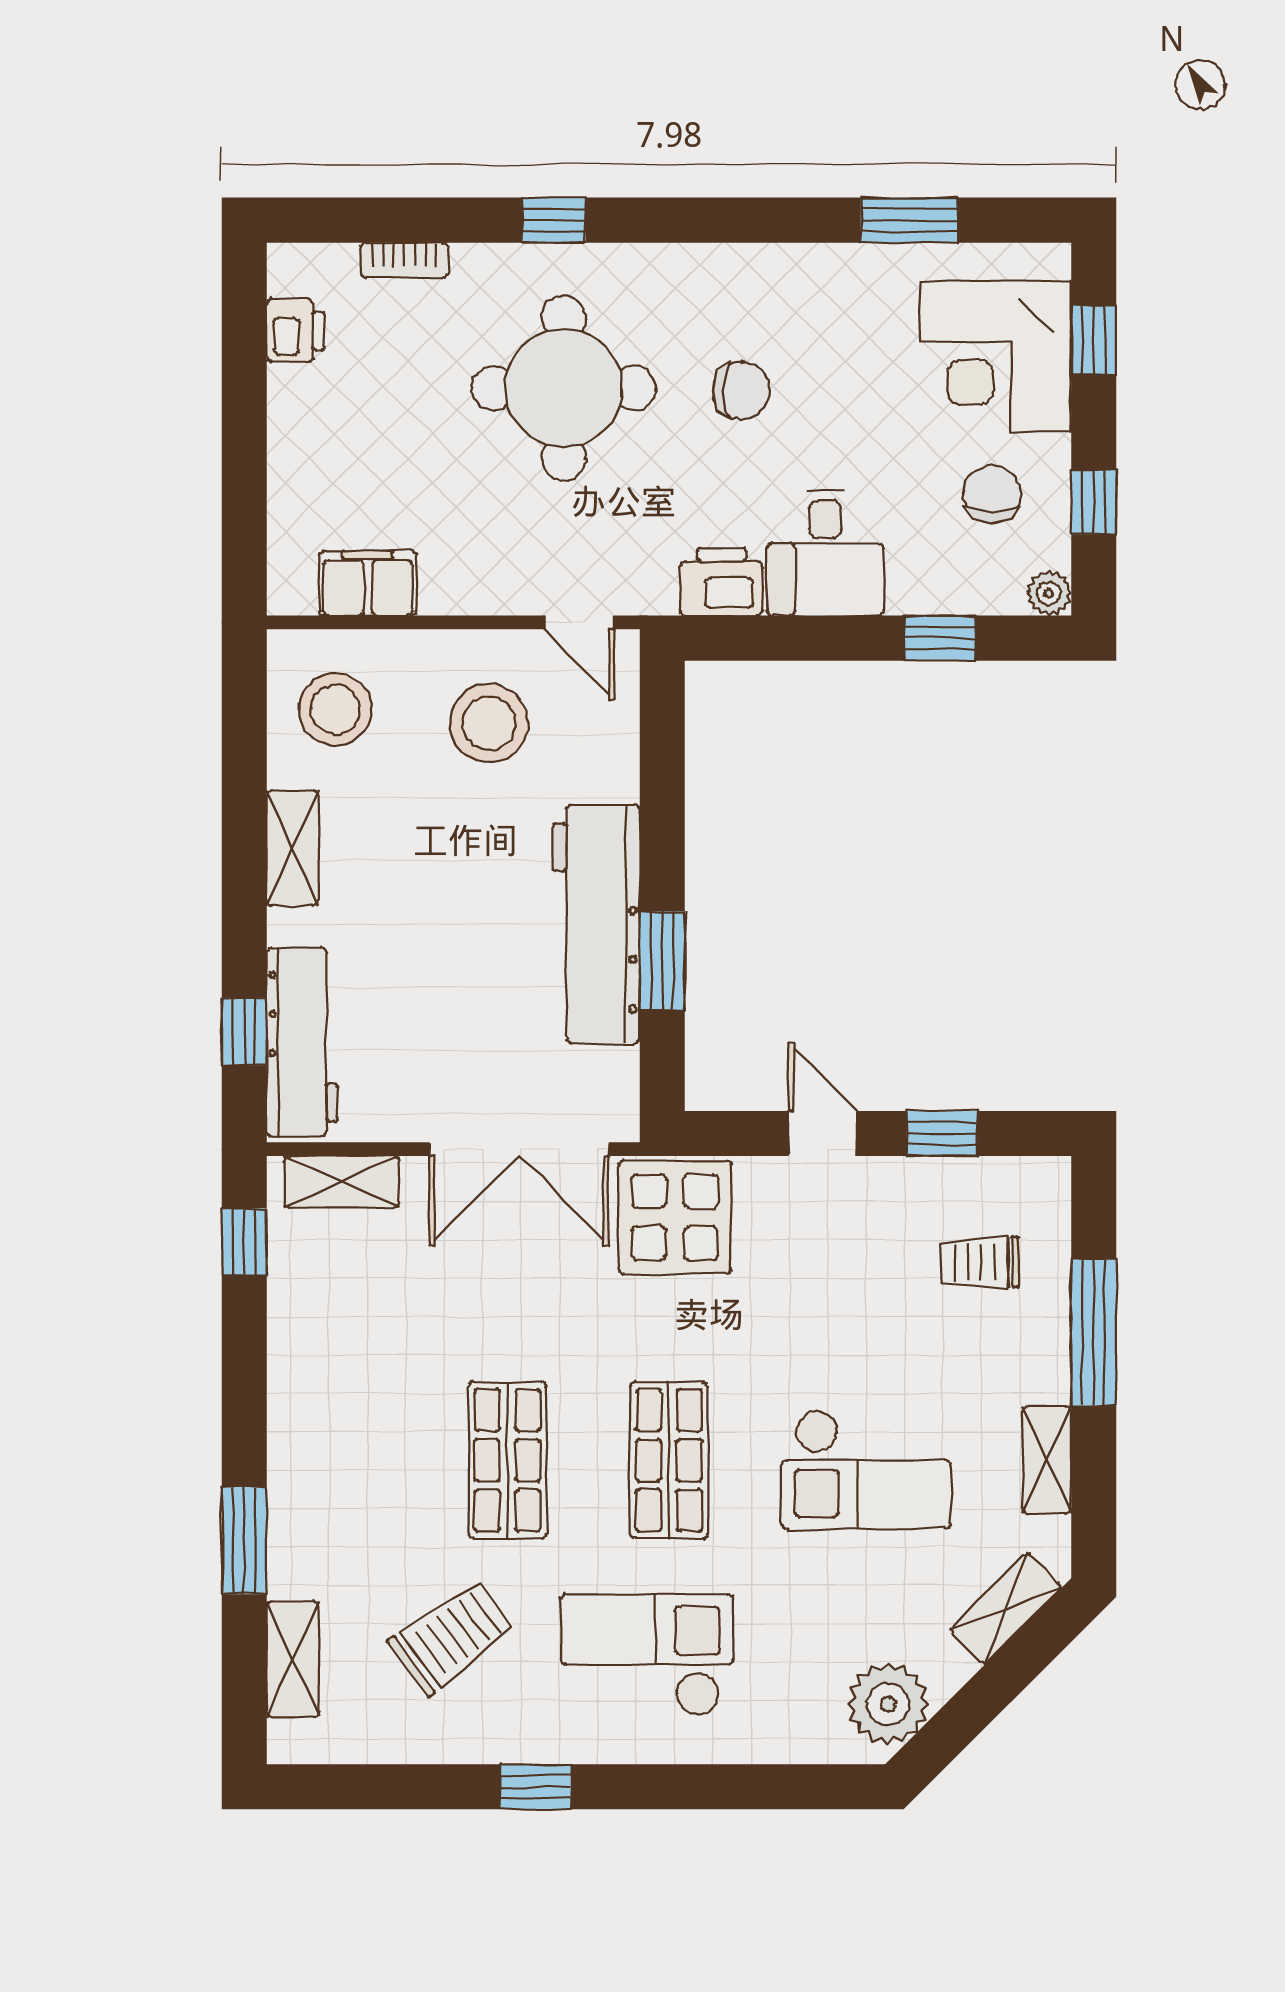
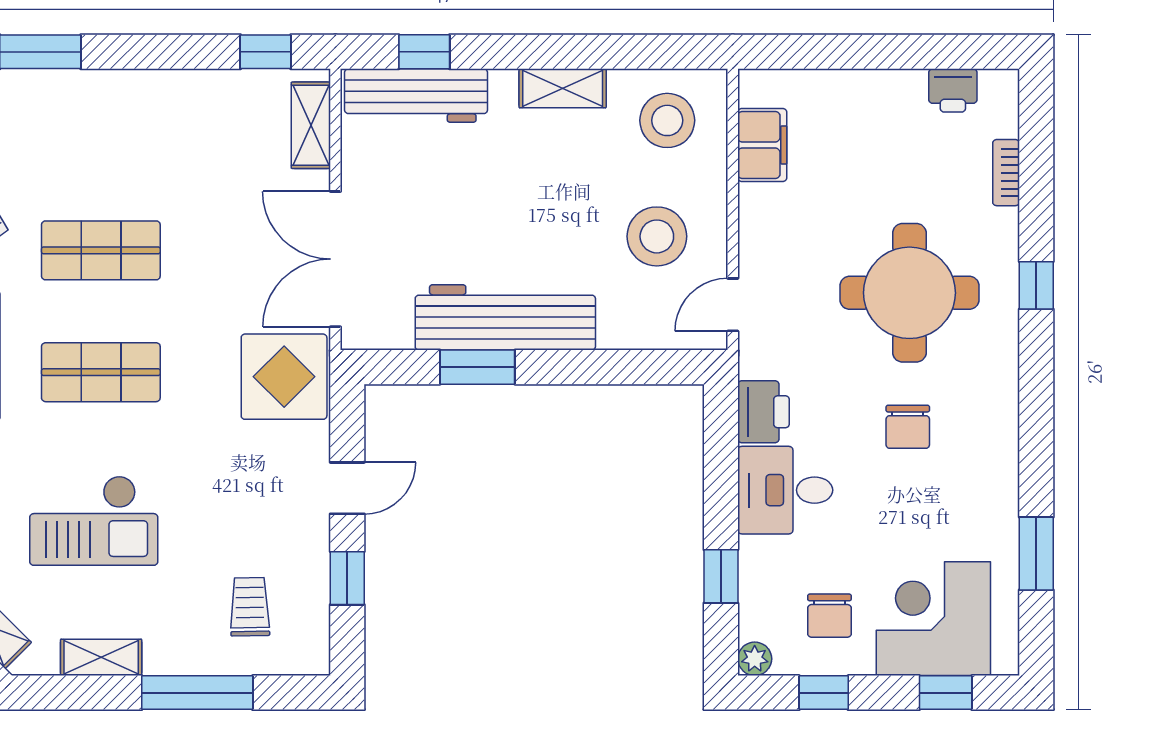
chair: (992, 494) -> (829, 616), turned 90
checkout: (866, 1470) -> (94, 521), turned -90

